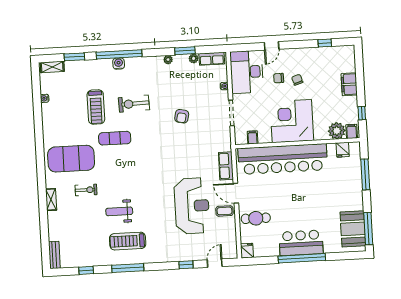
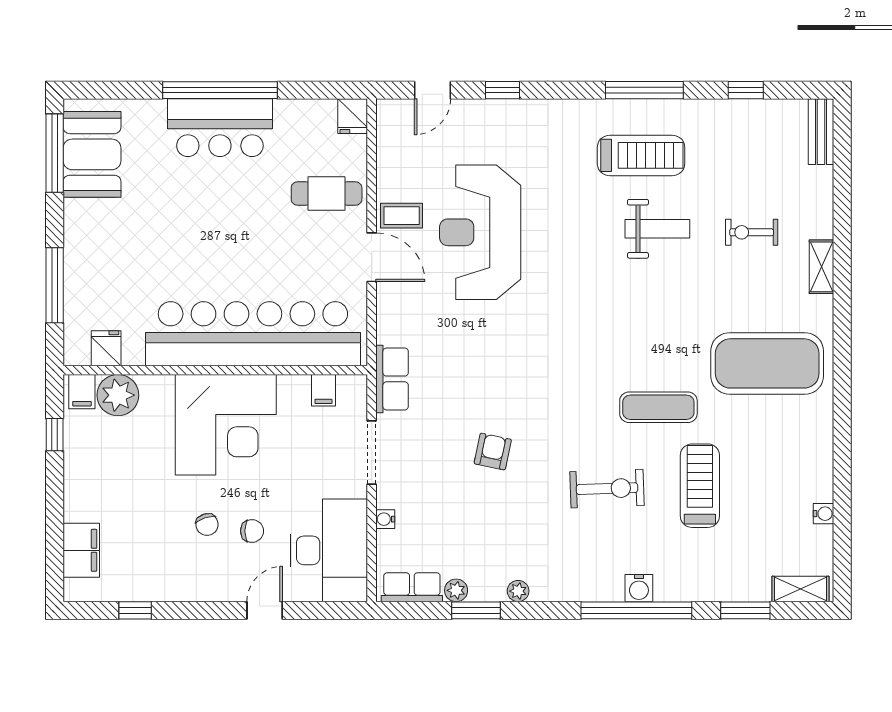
filing cabinet: (349, 84) -> (81, 550), moved
row of seats: (226, 166) -> (392, 379), moved
exercise bike: (86, 190) -> (752, 232), moved

